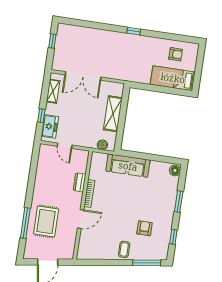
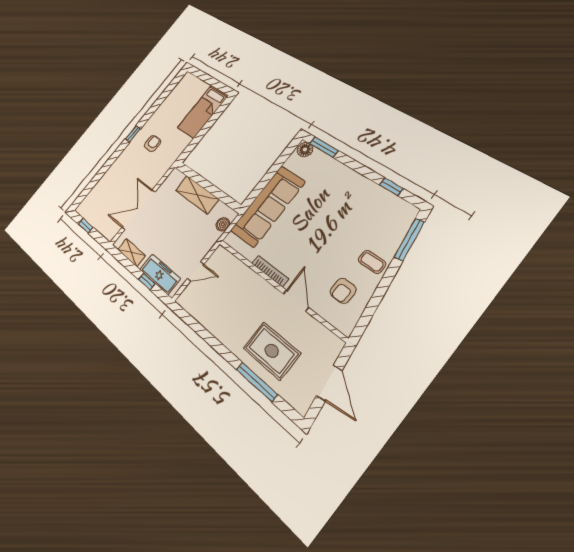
armchair: (176, 54) -> (153, 144), moved
double door: (83, 76) -> (139, 210), swing flipped
freezer: (50, 126) -> (160, 274), width x1.40
sofa: (128, 166) -> (268, 206), width x1.36, depth x1.27
dresser: (80, 182) -> (249, 276), removed
window: (179, 201) -> (324, 147), moved
armchair: (144, 228) -> (343, 291), moved, turned -90

